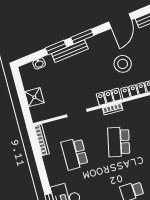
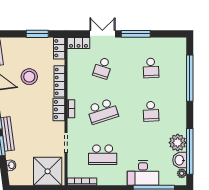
stool: (123, 64) -> (29, 77), moved
shower: (34, 97) -> (48, 171), width x1.86, depth x1.86
school desk: (119, 142) -> (103, 111), turned -30

